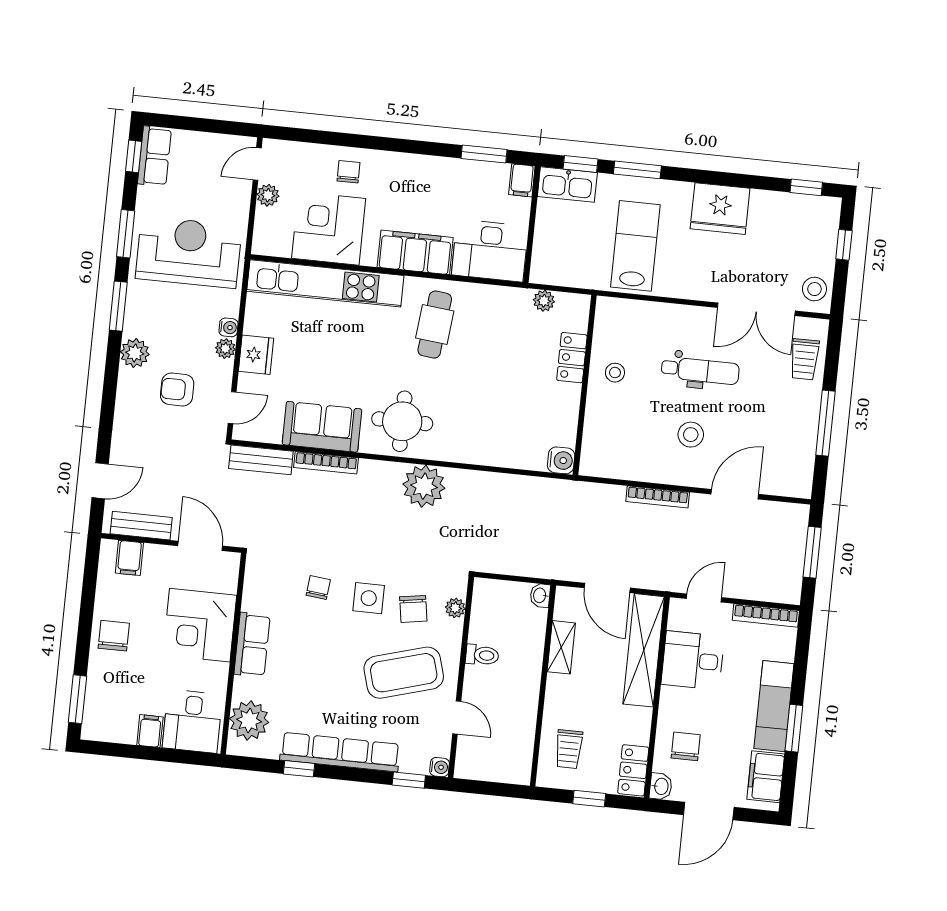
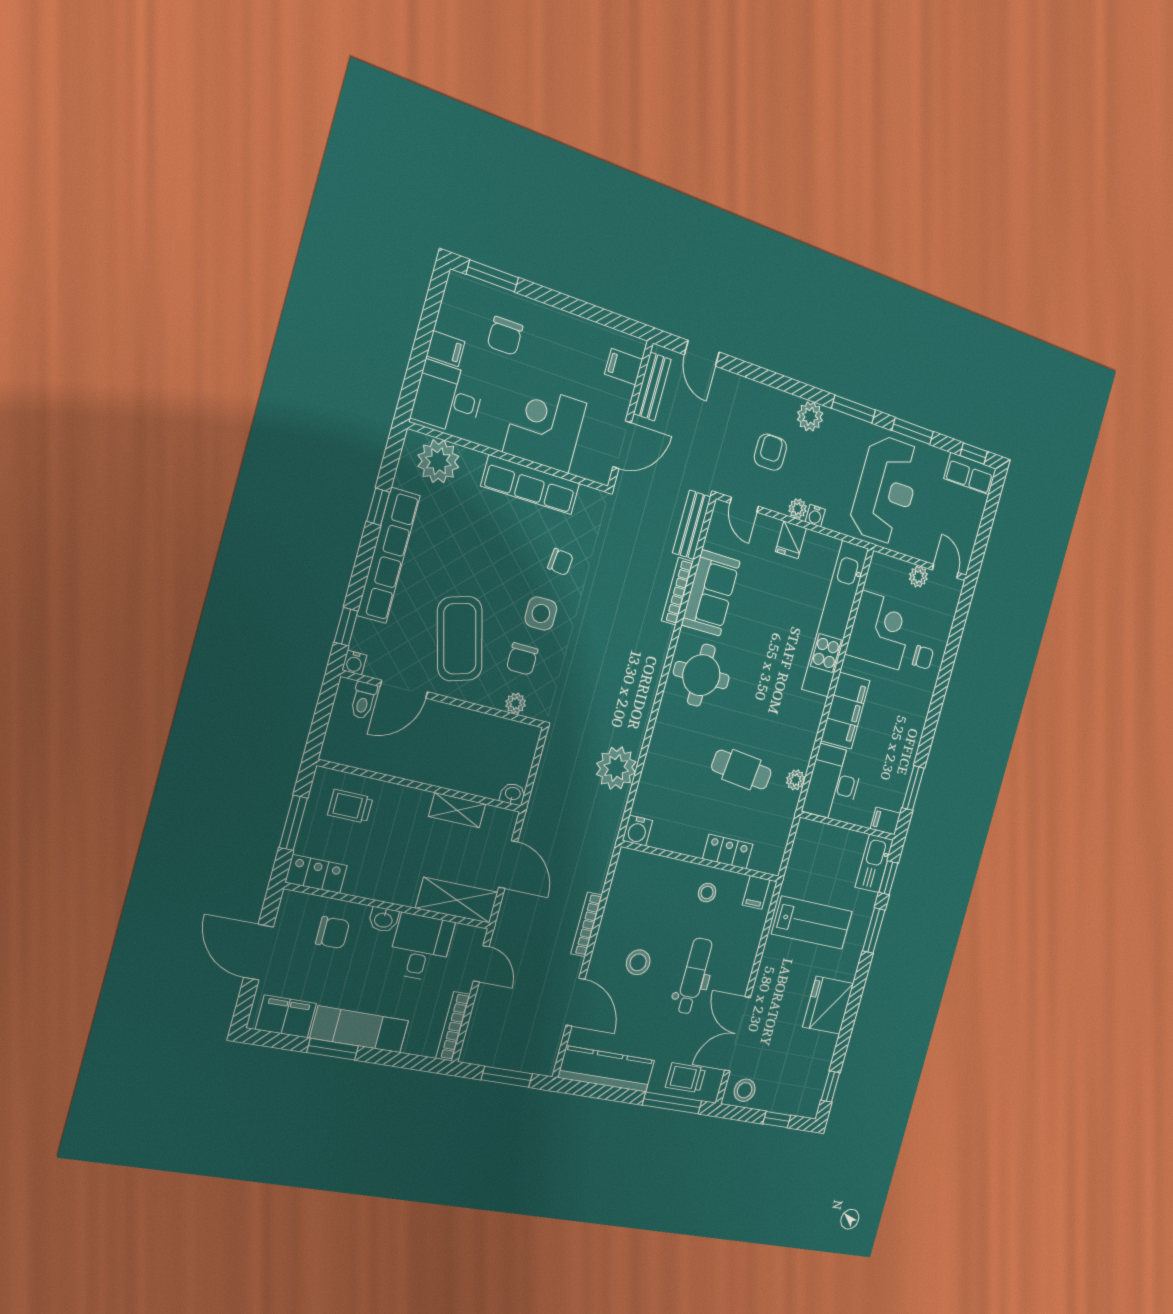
plant: (544, 301) -> (796, 780), moved
filing cabinet: (610, 317) -> (756, 892), added
cafe table: (435, 325) -> (741, 770), moved
fridge: (256, 355) -> (791, 540), width x0.72
dental chair: (700, 371) -> (694, 976), turned 180
window: (825, 423) -> (672, 1103), moved
kitchen counter: (800, 449) -> (606, 1069), added
plant: (424, 486) -> (616, 768), moved
door: (607, 588) -> (508, 865), swing flipped
chair: (413, 609) -> (522, 659), turned -81
chair: (114, 636) -> (505, 336), moved, turned 90
row of seats: (252, 645) -> (530, 485), width x1.48
shelving: (644, 650) -> (457, 900), width x0.68
toilet: (482, 655) -> (363, 700), moved
door: (457, 717) -> (404, 689), width x1.38
washbasin: (661, 786) -> (384, 920), moved
window: (589, 799) -> (293, 823), width x1.50

